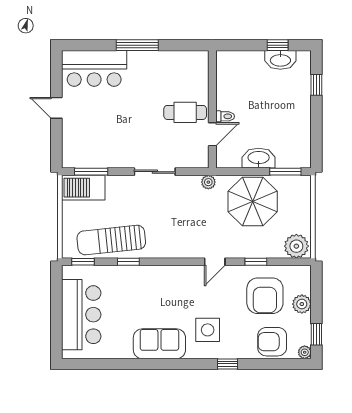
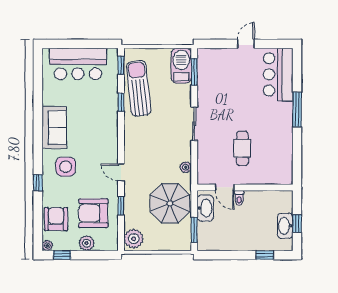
wall: (212, 109) -> (245, 187), moved
toilet: (225, 116) -> (239, 198), moved
door: (212, 134) -> (225, 187), moved

